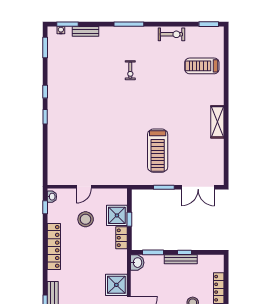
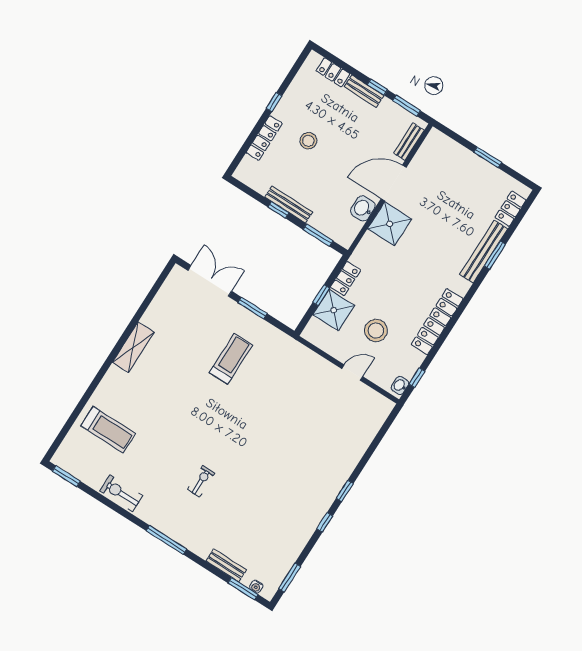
treadmill: (158, 151) -> (231, 359), width x0.73, depth x0.73
washbasin: (137, 263) -> (363, 208), moved

